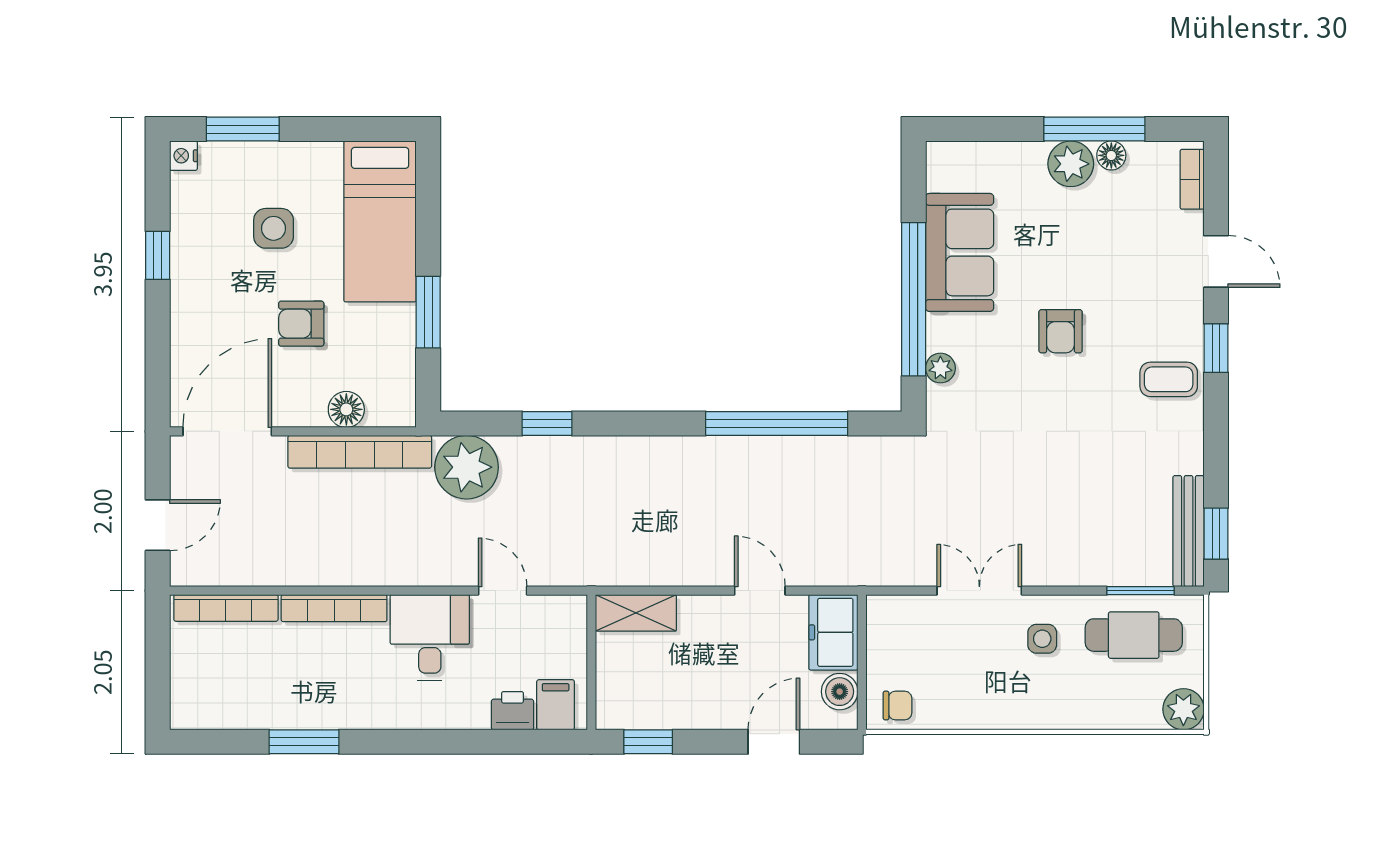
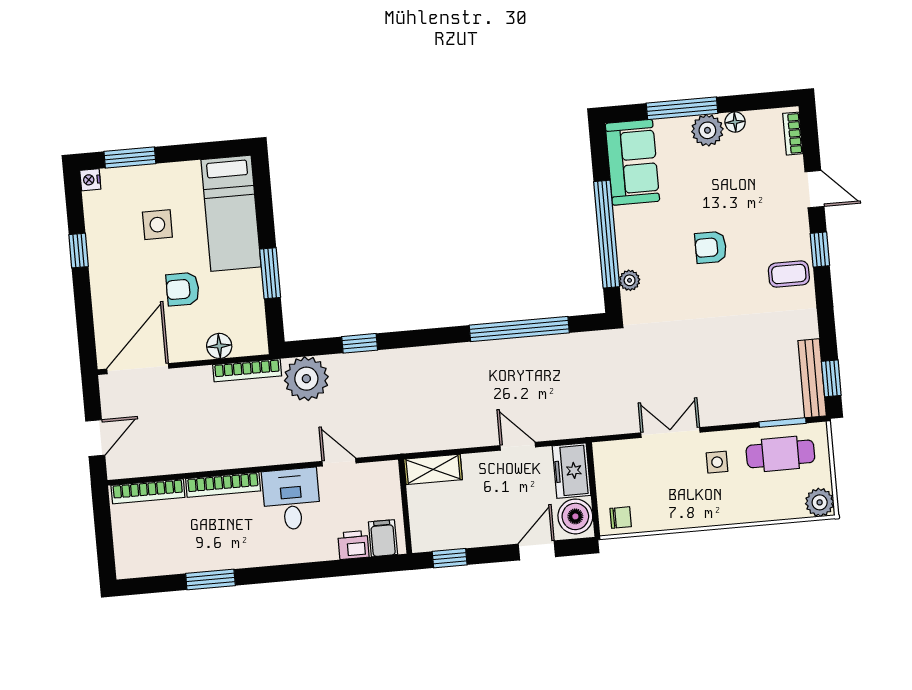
window: (1094, 129) -> (682, 108), moved
sofa: (960, 252) -> (632, 162), moved
armchair: (1061, 331) -> (711, 247), turned 90
bookcase: (360, 452) -> (247, 370), width x0.68, depth x0.76
boiler: (840, 692) -> (575, 516), width x1.36, depth x1.36

